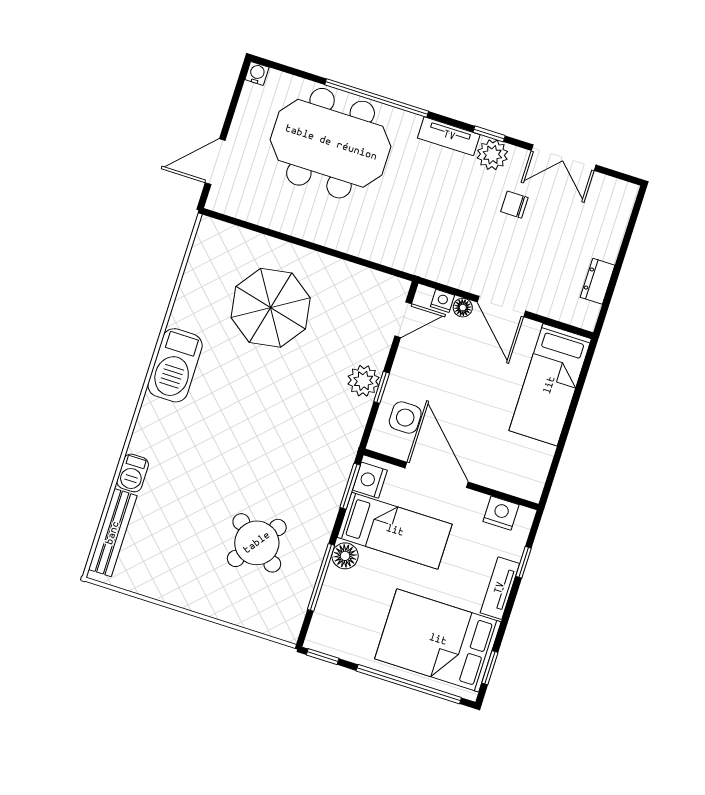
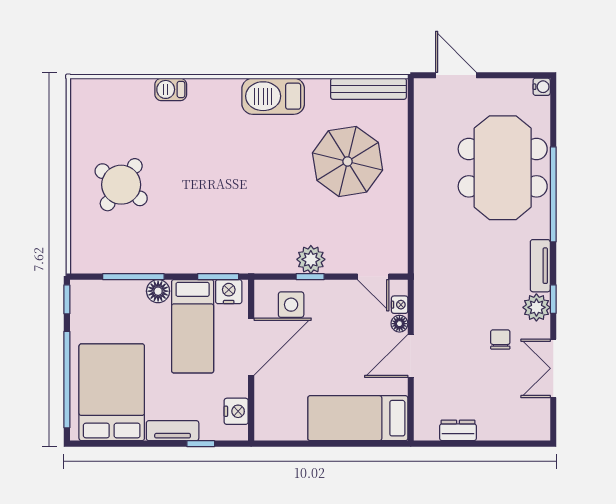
bench: (113, 533) -> (369, 89), moved
round table: (257, 543) -> (121, 185), moved
window: (490, 668) -> (103, 444), removed

